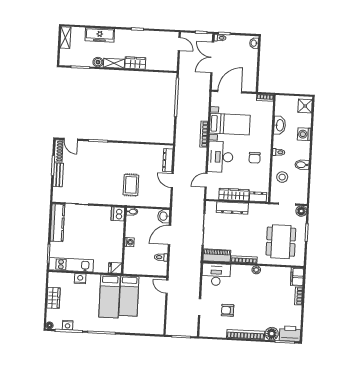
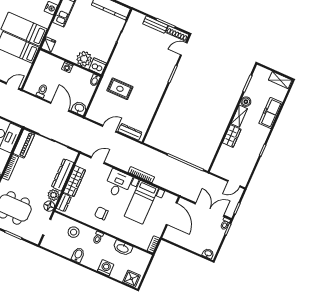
desk: (220, 157) -> (118, 184), width x0.73
door: (206, 180) -> (98, 160), hinge flipped
plant: (255, 209) -> (53, 195), added
floor lamp: (301, 211) -> (49, 206), moved
plant: (116, 229) -> (84, 59), added

